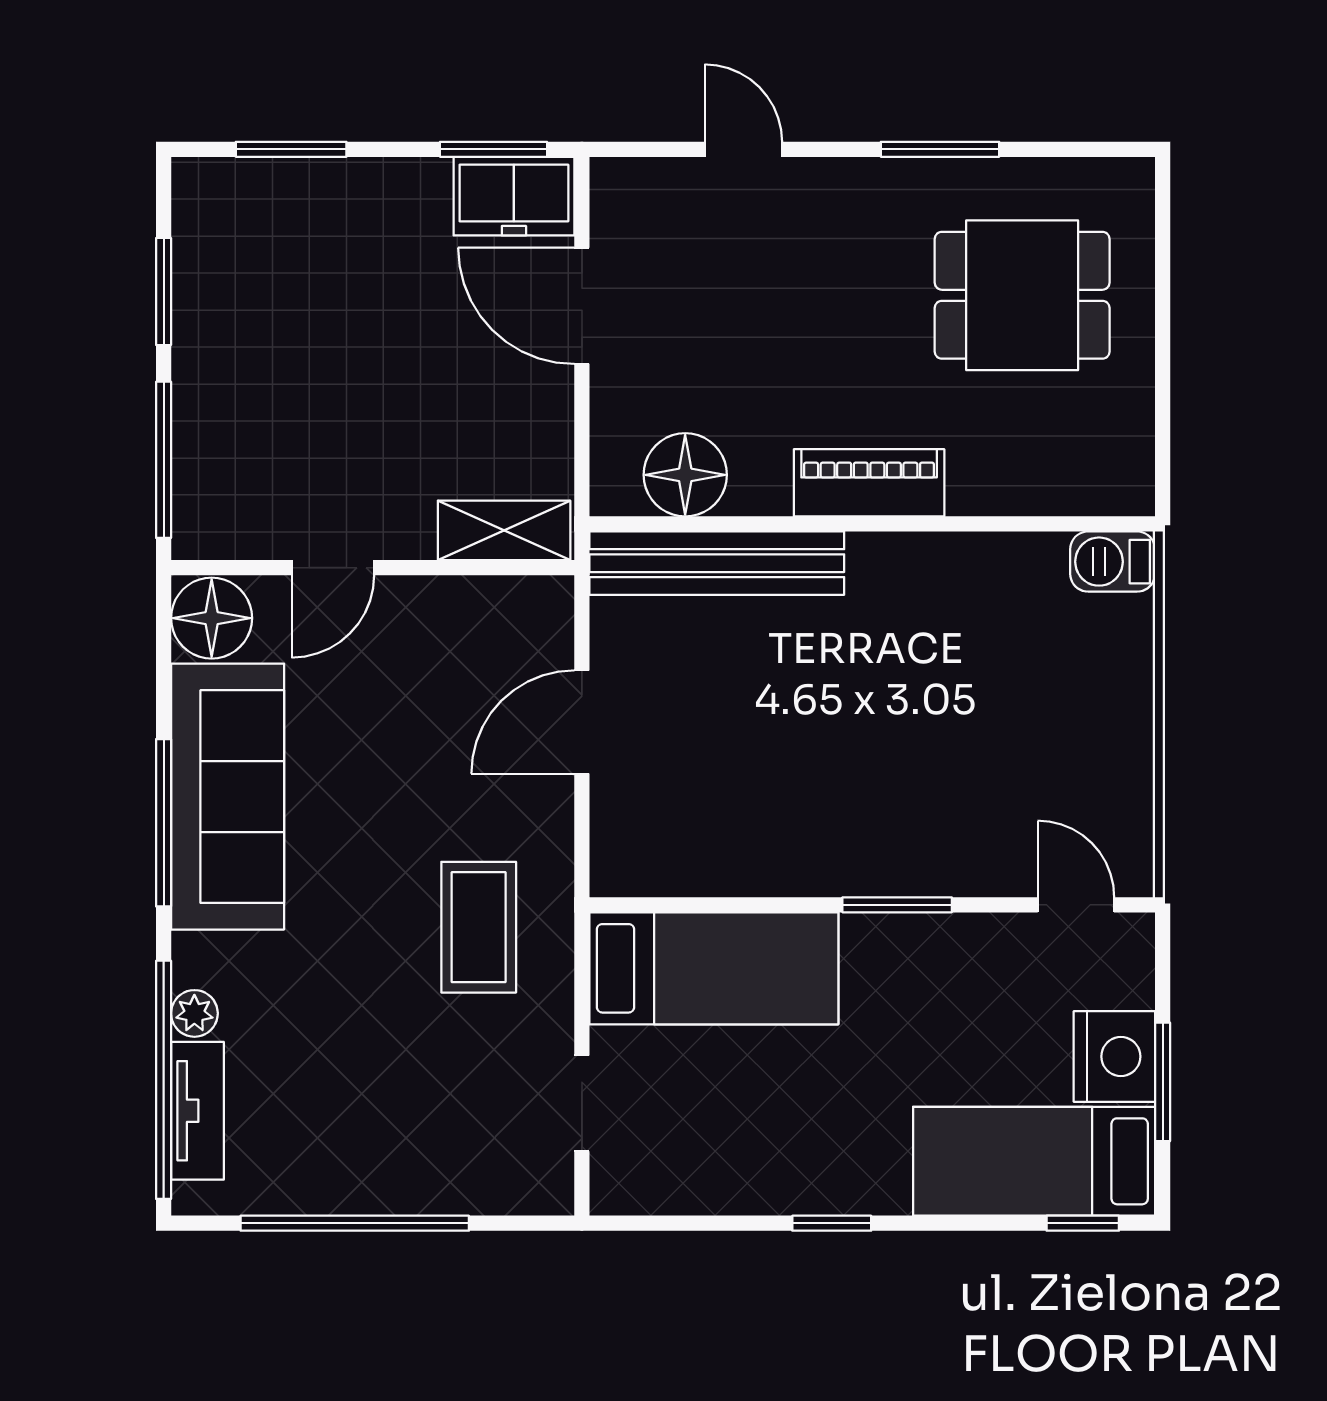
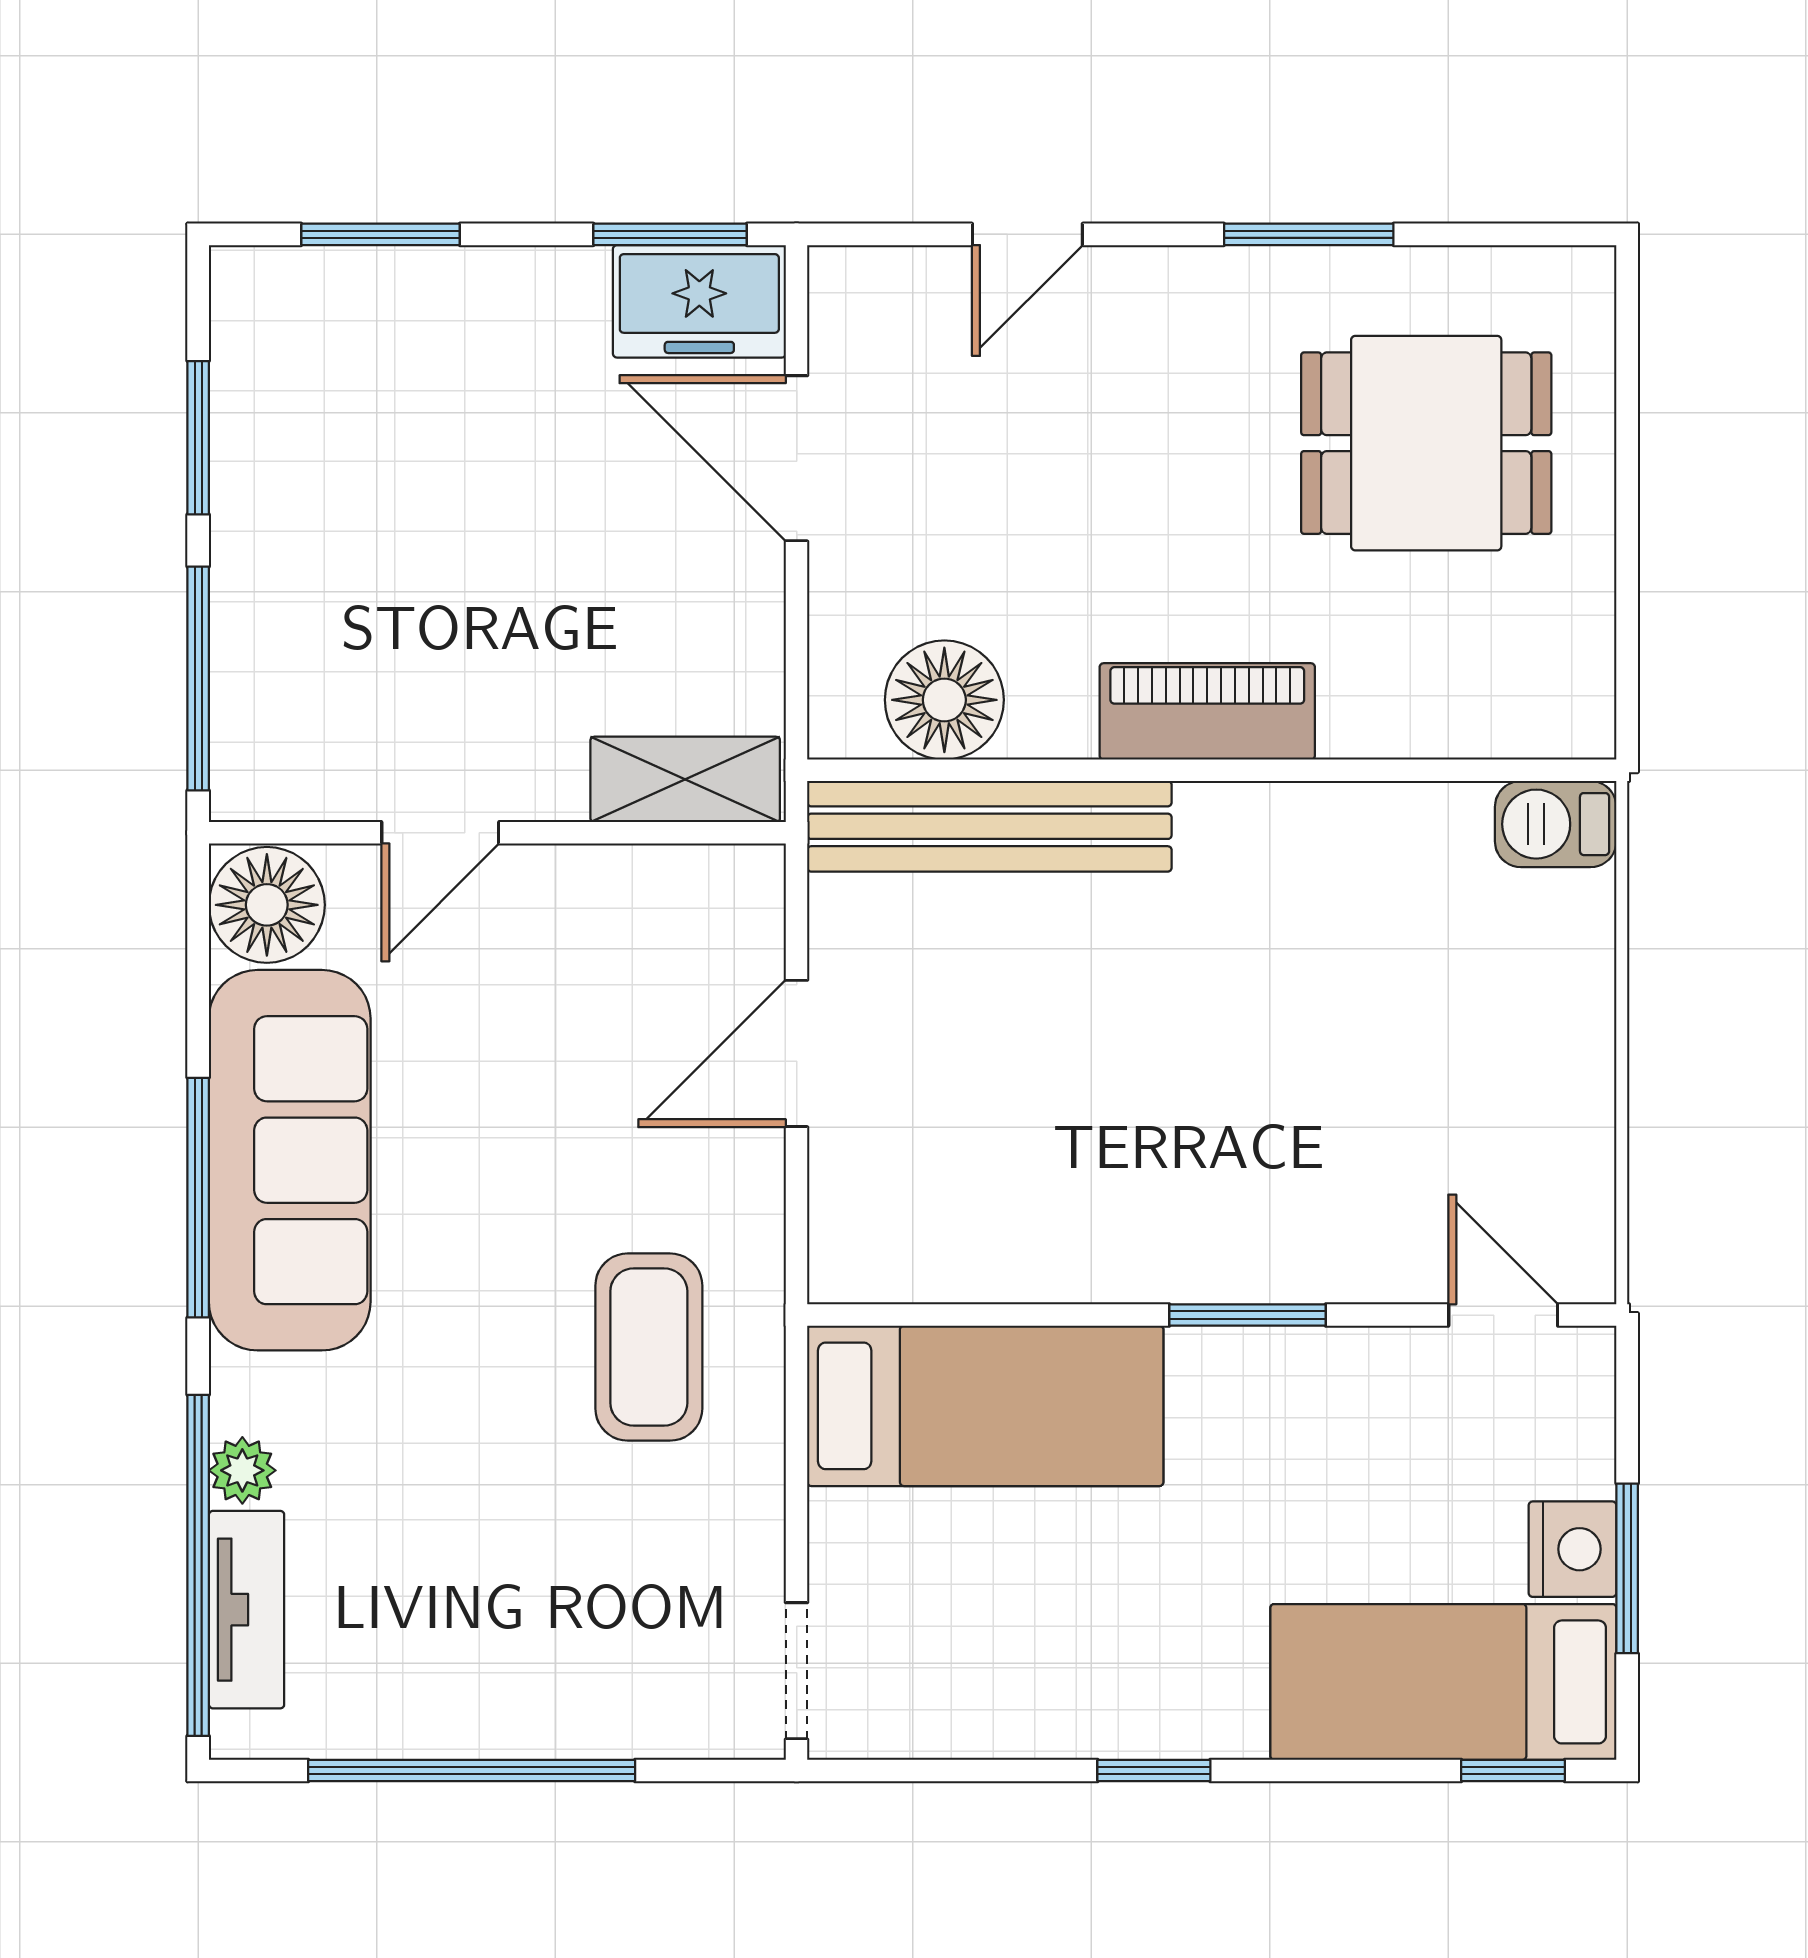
door: (743, 149) -> (1027, 234), swing flipped
nightstand: (1114, 1056) -> (1572, 1549), width x0.74, depth x0.75
doorway: (582, 1103) -> (797, 1671), moved

